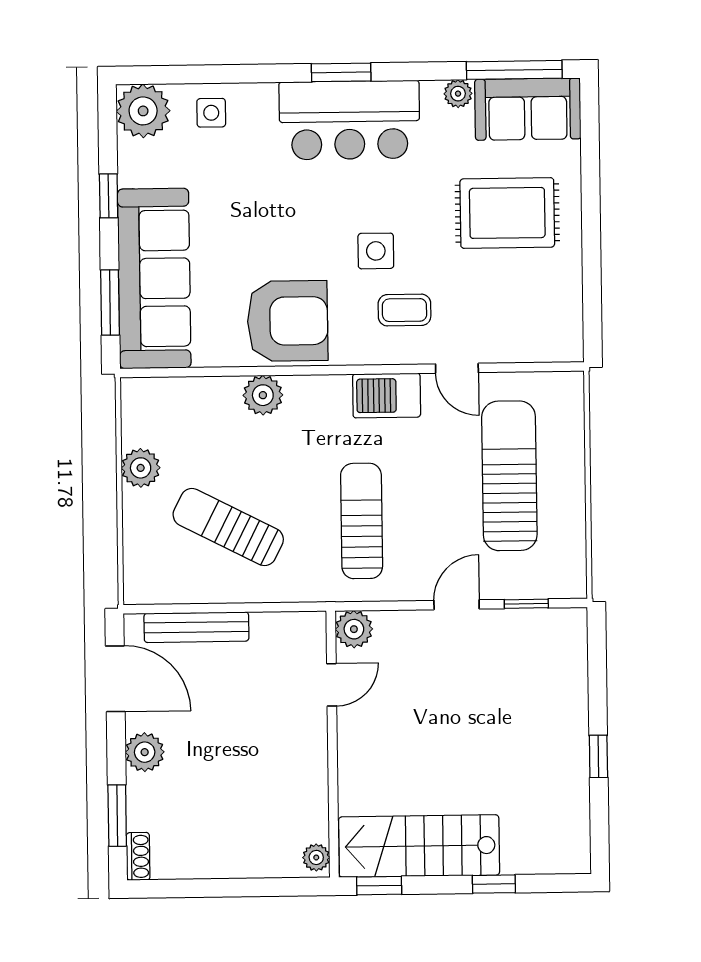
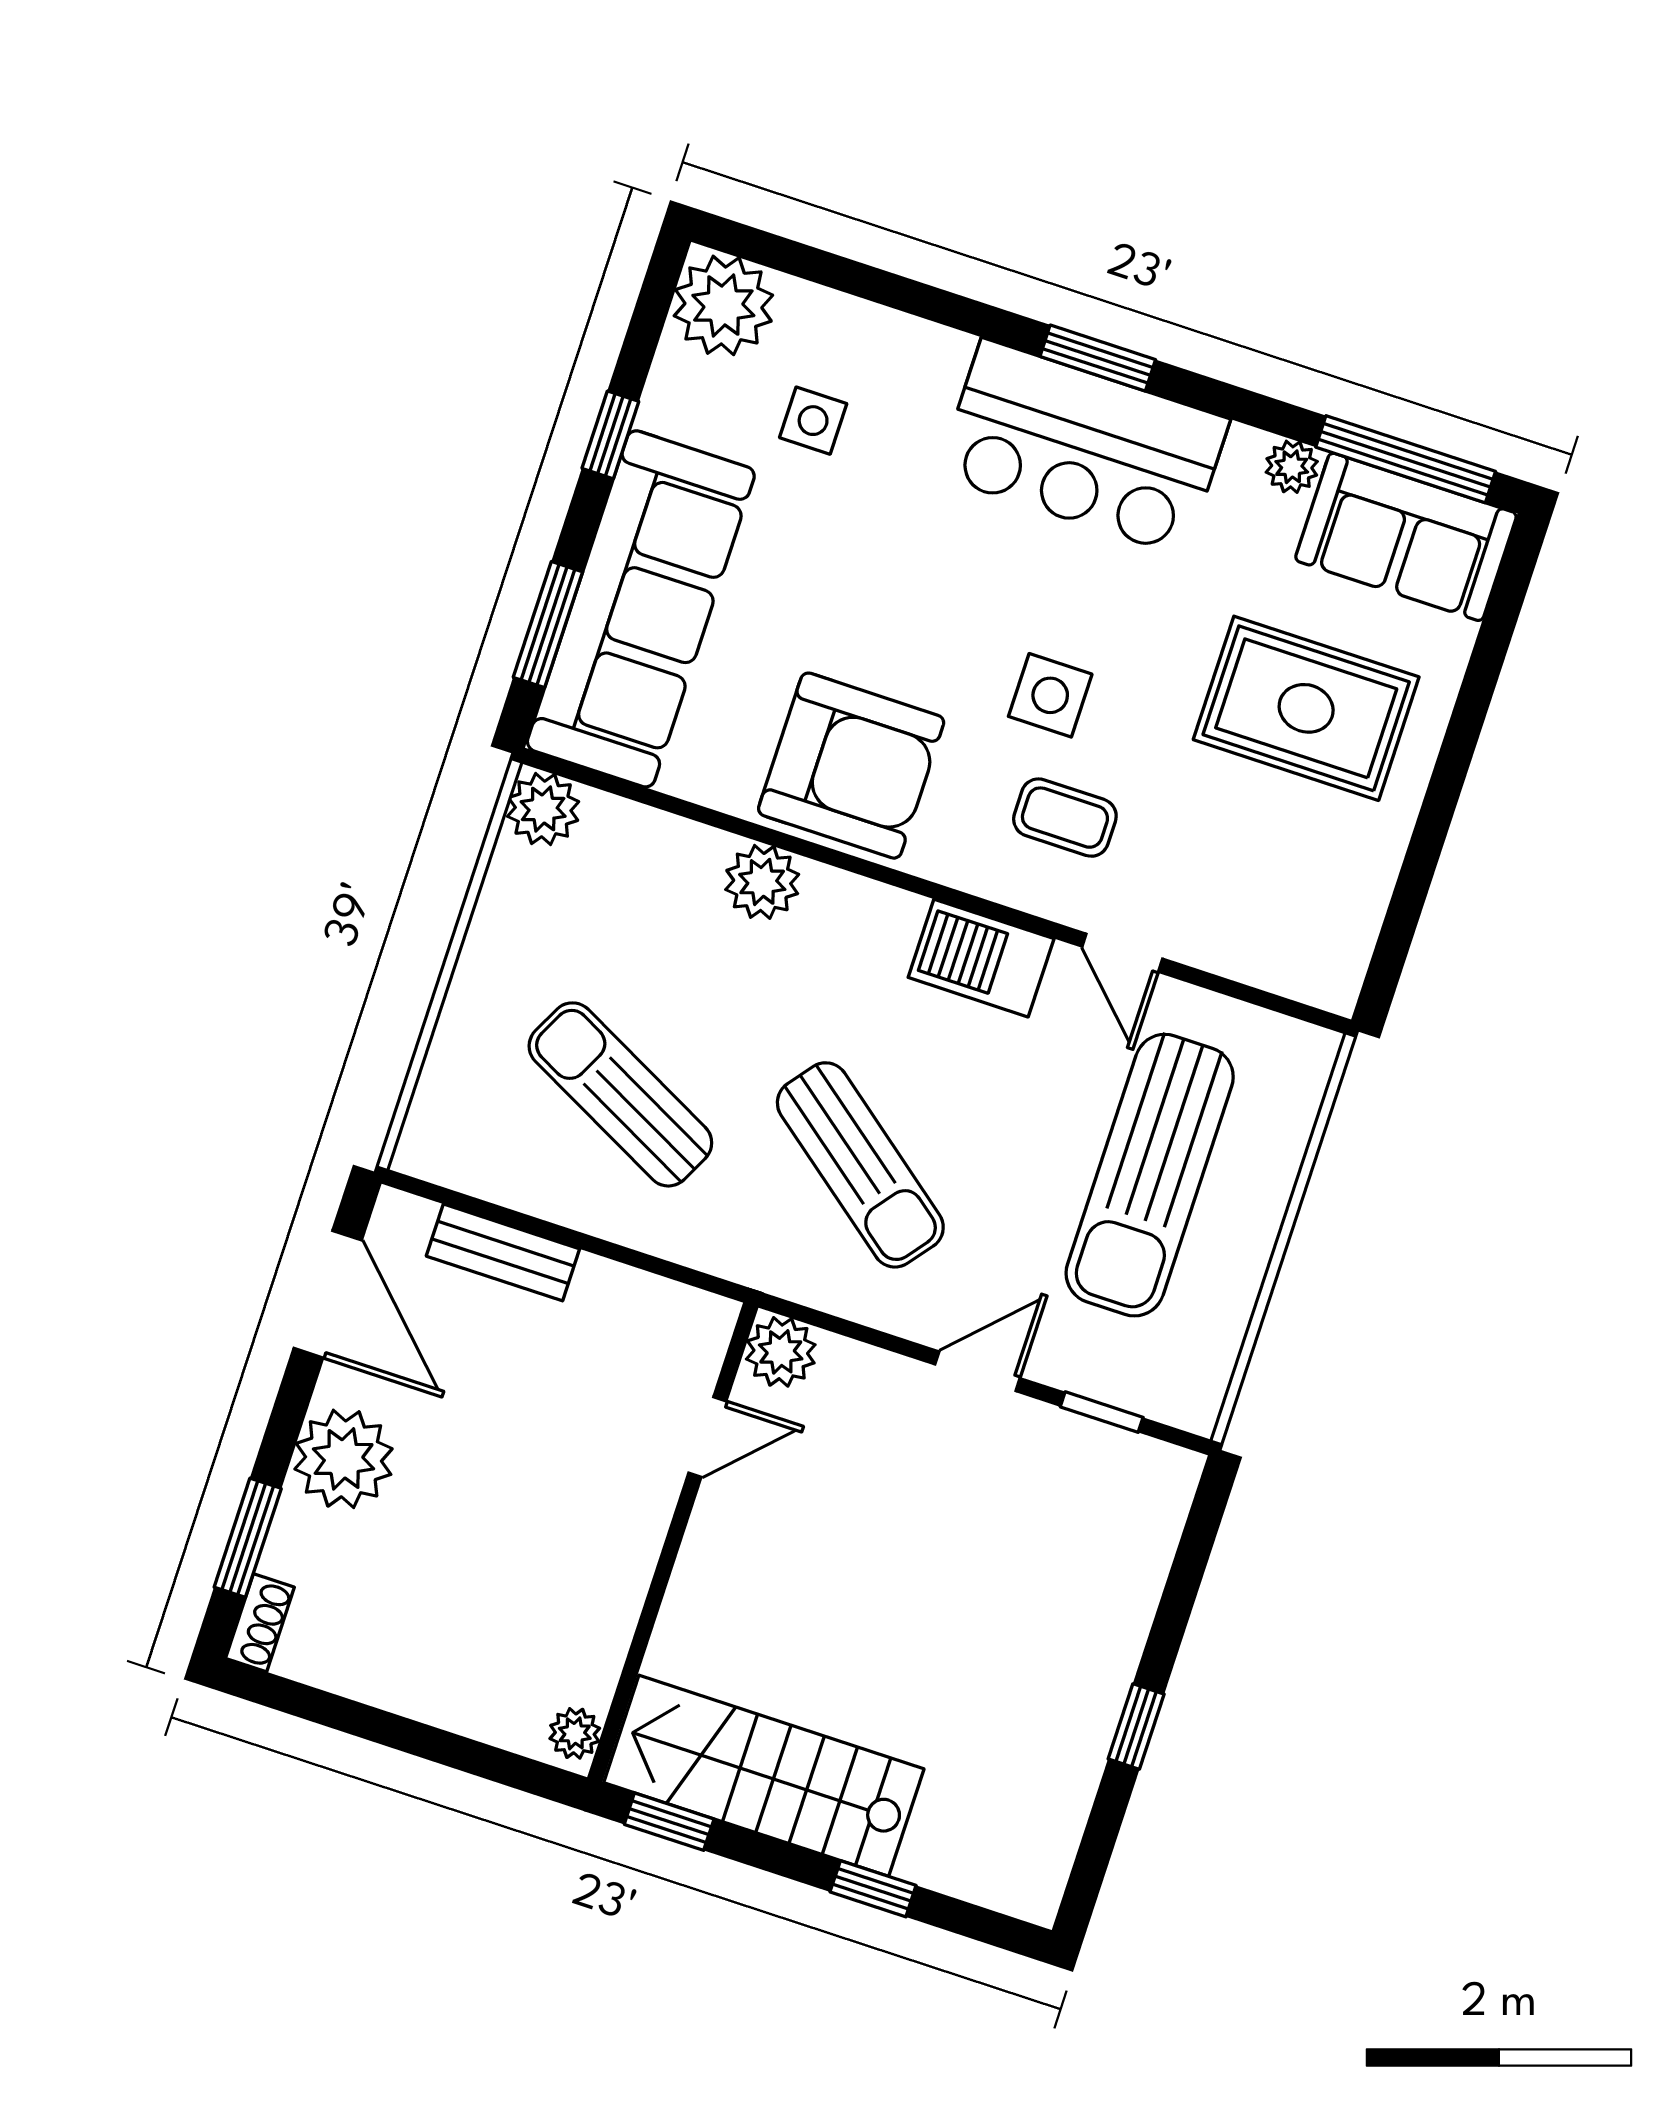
side table: (211, 113) -> (813, 421), moved
plant: (141, 468) -> (543, 809), moved
sun lounger: (509, 476) -> (1150, 1175), turned 180
sun lounger: (362, 521) -> (860, 1165), turned 128
bench: (196, 627) -> (503, 1252), width x0.73
plant: (145, 752) -> (344, 1459), width x1.36, depth x1.36

